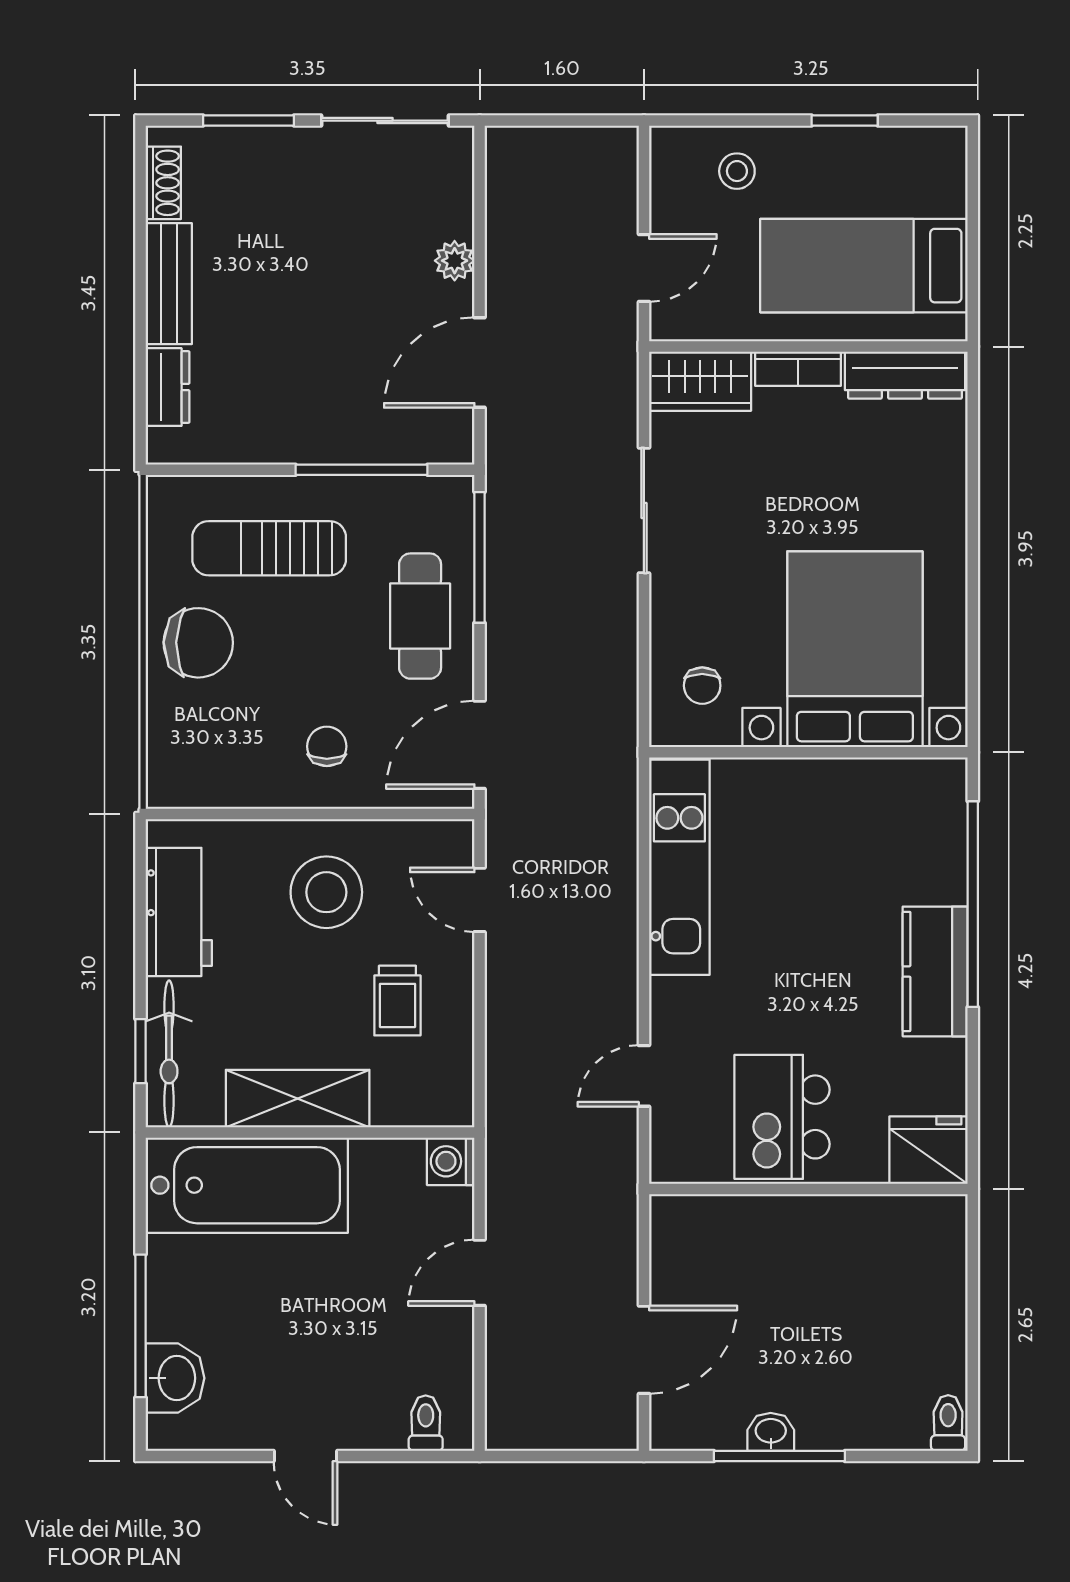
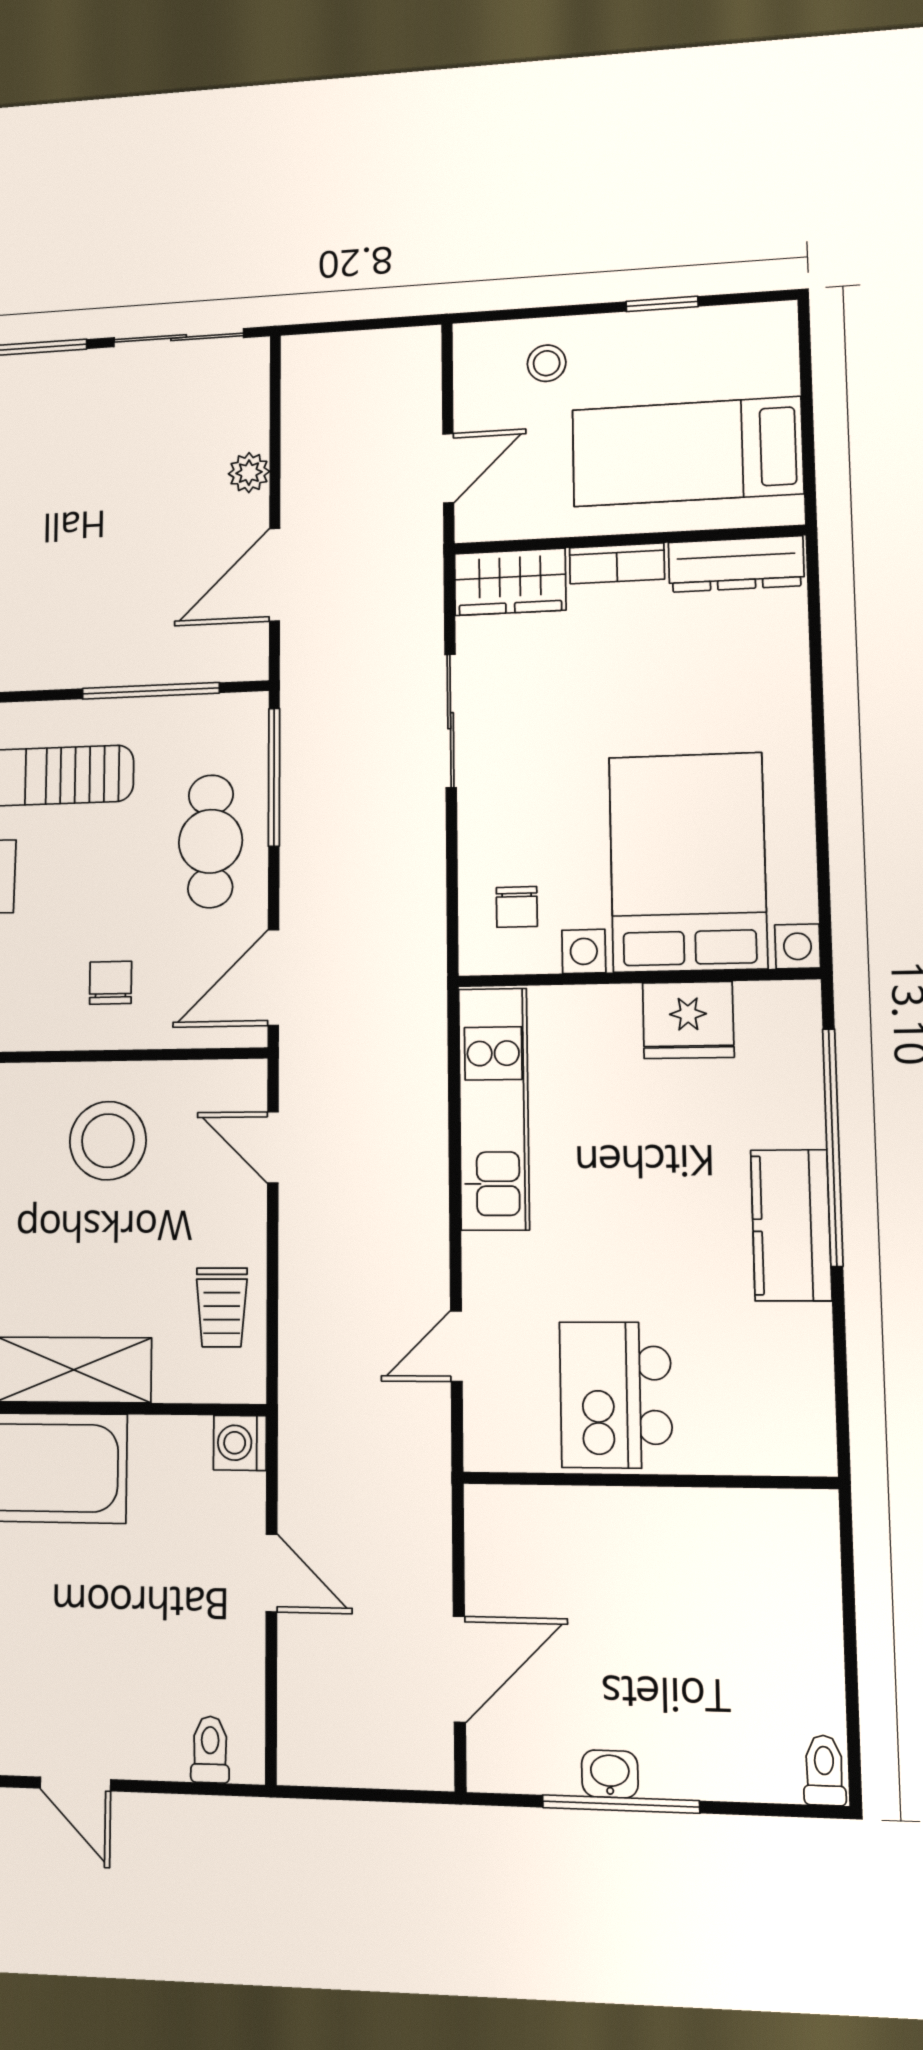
trolley: (397, 1001) -> (222, 1307), moved
fridge: (928, 1150) -> (688, 1020), moved, turned 180
door: (480, 1273) -> (272, 1573), swing flipped

